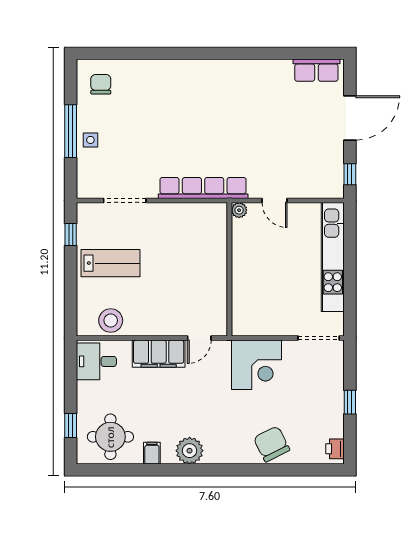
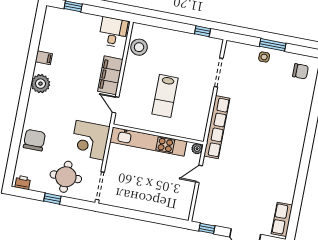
window: (71, 131) -> (273, 45), width x0.69
kitchen unit: (333, 257) -> (148, 142), moved, turned 180
lab bench: (111, 263) -> (165, 96), moved
round table: (110, 437) -> (66, 177), moved
chair: (272, 444) -> (34, 140), turned -63

